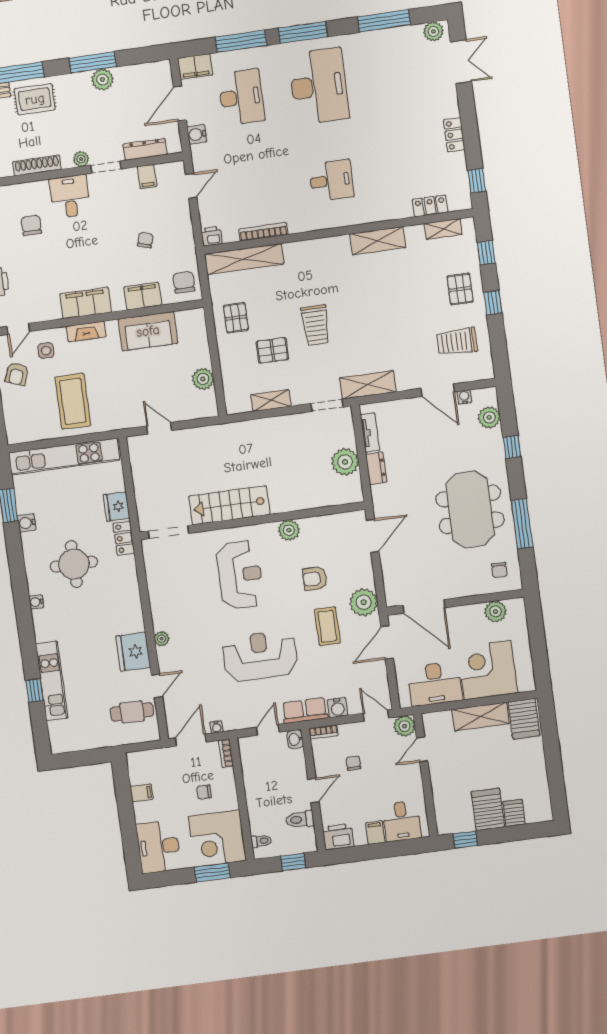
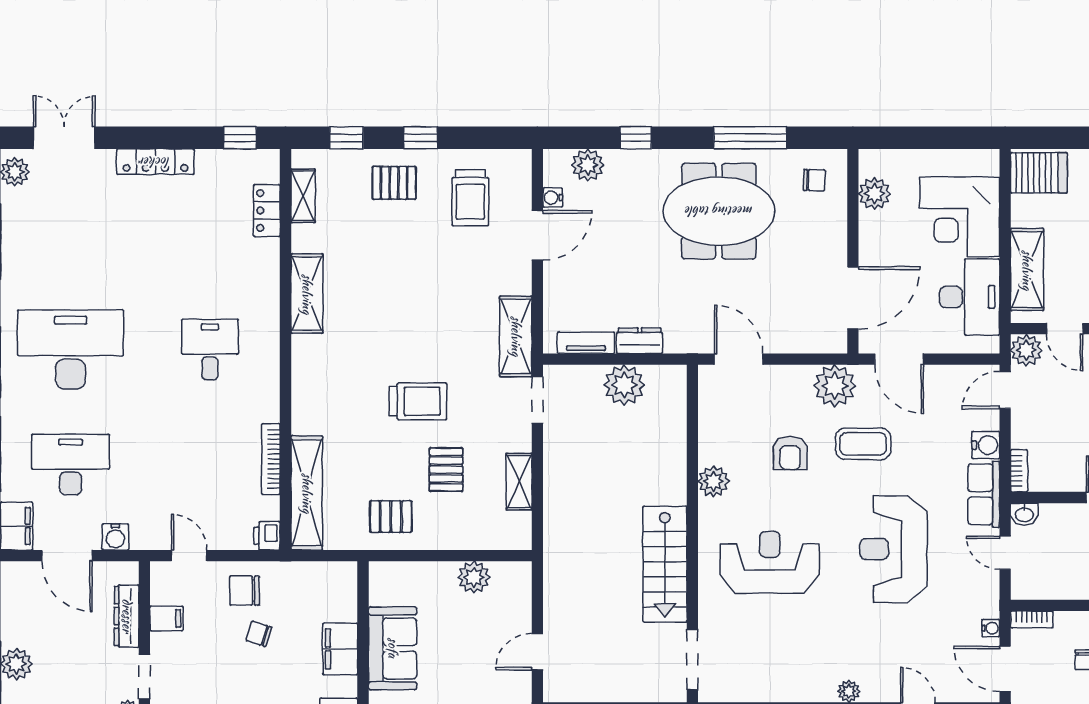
locker: (454, 135) -> (155, 162), width x1.53
chair: (184, 282) -> (245, 591), moved
shelving: (481, 717) -> (1027, 270), moved
chair: (353, 763) -> (1072, 433), removed

